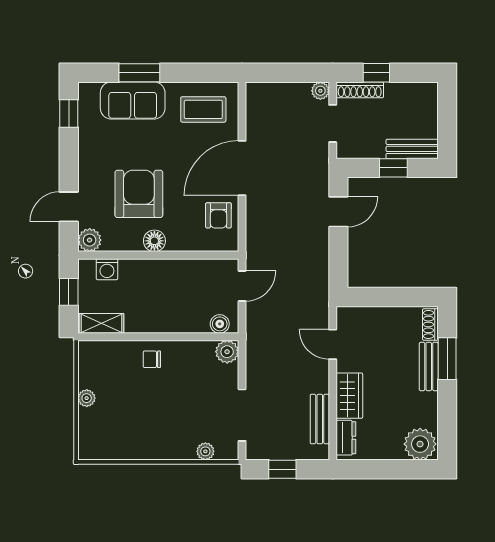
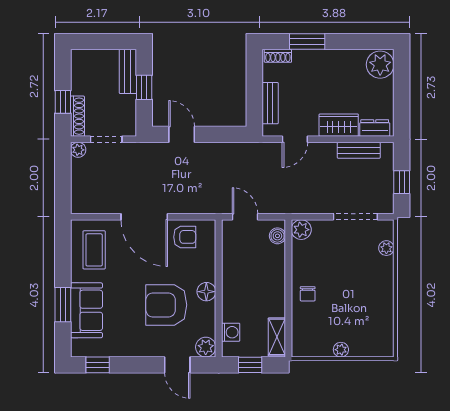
bench: (429, 366) -> (270, 103), moved, turned 90

